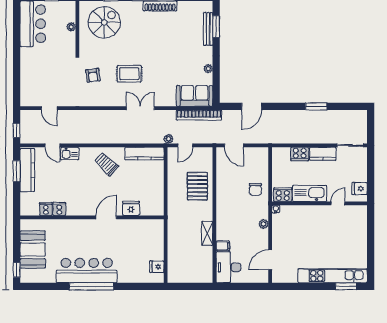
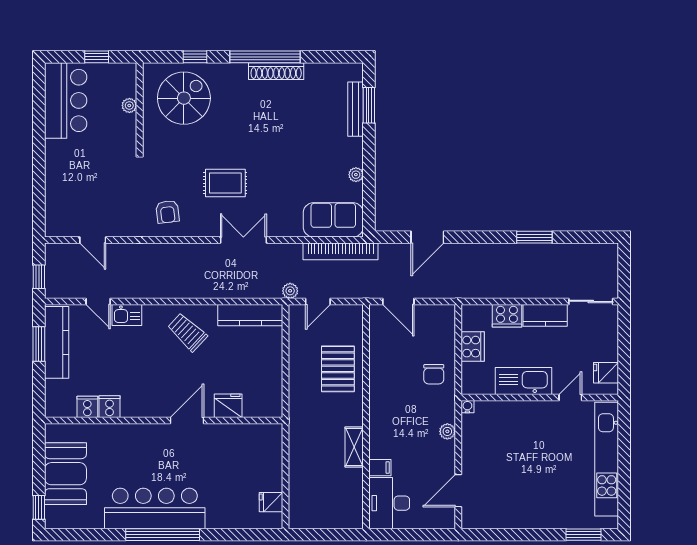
armchair: (93, 75) -> (167, 212), moved
cooker: (283, 195) -> (473, 347), moved, turned 90
kitchen unit: (333, 276) -> (607, 459), moved, turned -90

